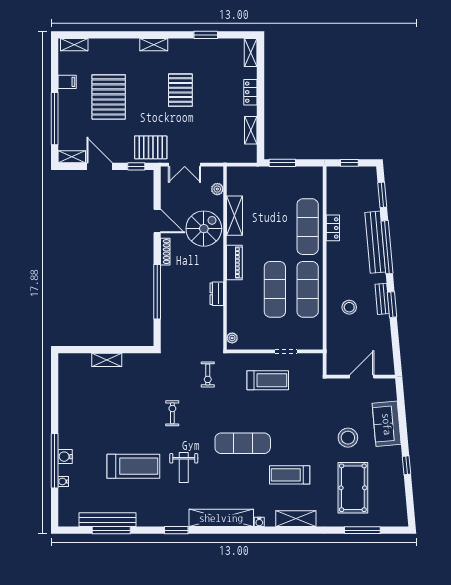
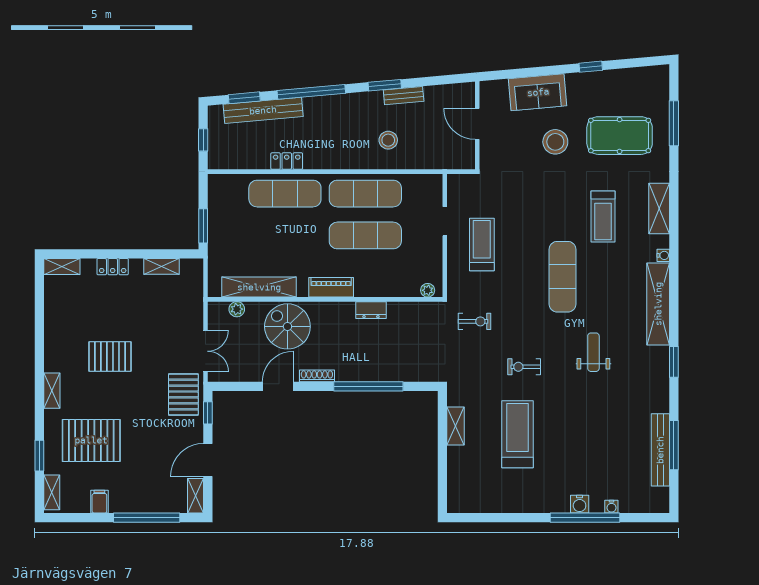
window: (206, 35) -> (39, 456), moved
pallet: (109, 97) -> (91, 440), moved
shelving: (235, 216) -> (259, 287), width x1.47
bench: (375, 242) -> (263, 110), moved
bench: (382, 299) -> (404, 96), moved
shelving: (107, 360) -> (456, 426), moved
treadmill: (133, 466) -> (518, 434), moved
weight bench: (184, 467) -> (593, 352), turned -90

